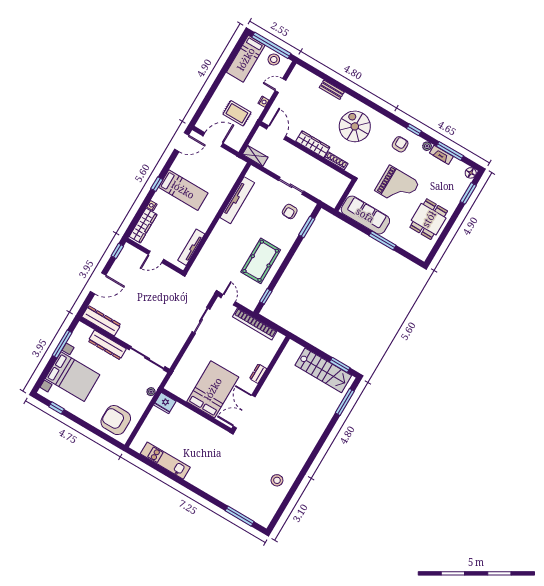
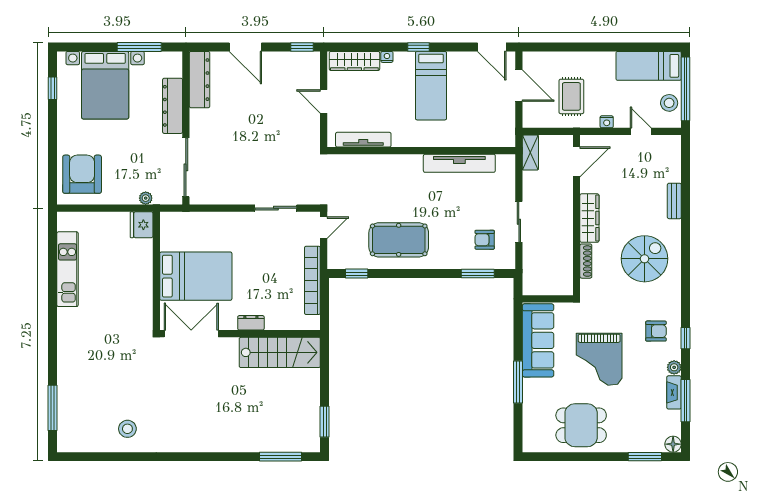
stairs: (323, 370) -> (280, 352), moved, turned -90

